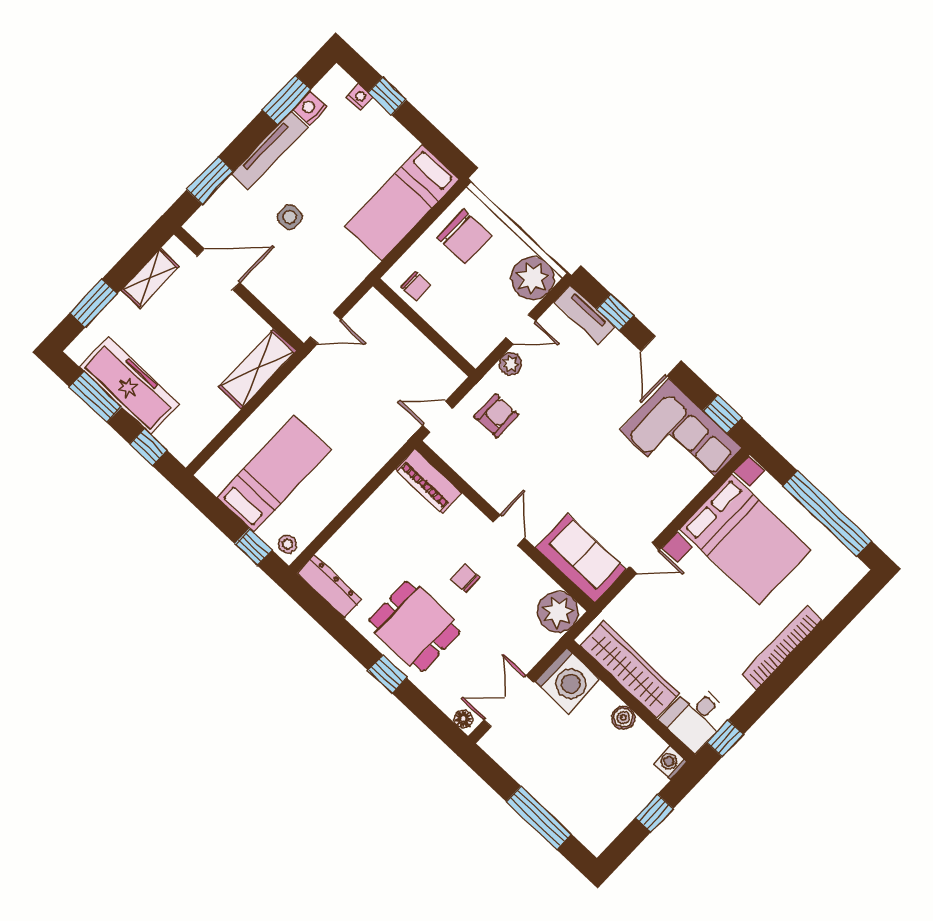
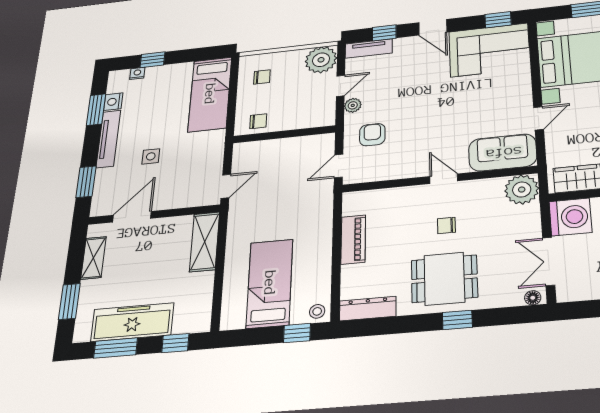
chair: (464, 237) -> (262, 77), width x0.54, depth x0.54
piano: (428, 481) -> (353, 239), moved, turned -90

